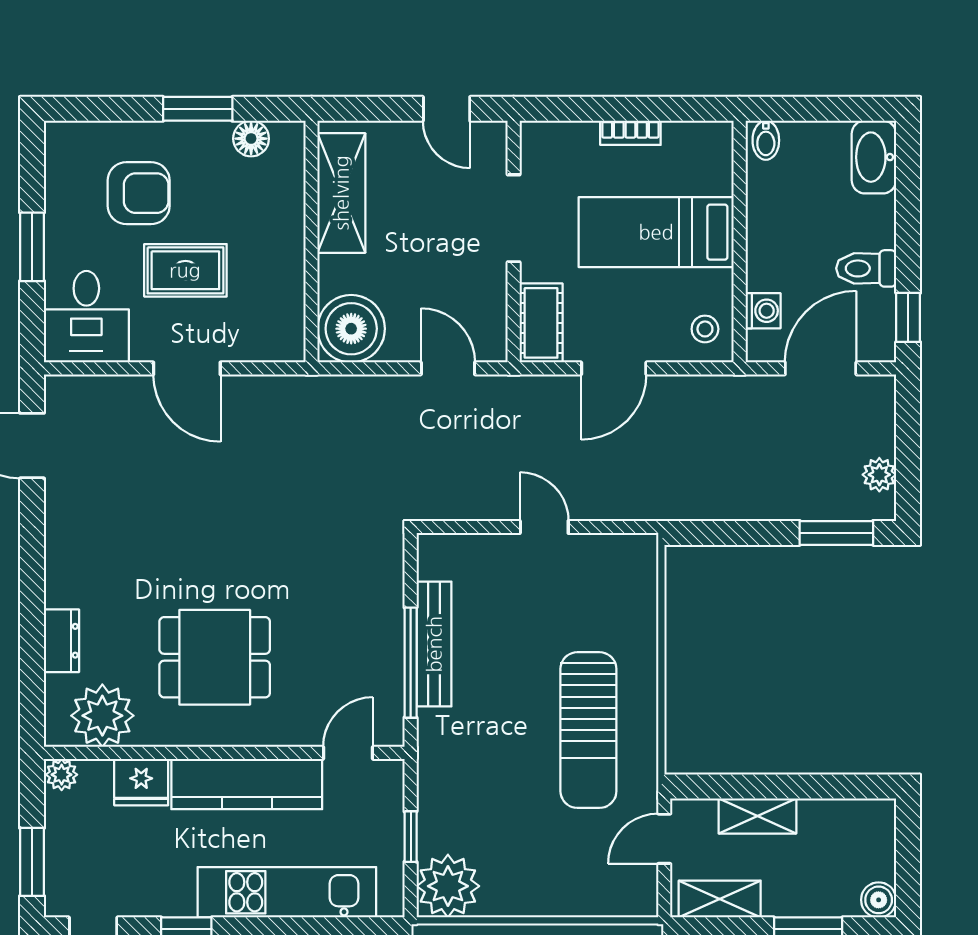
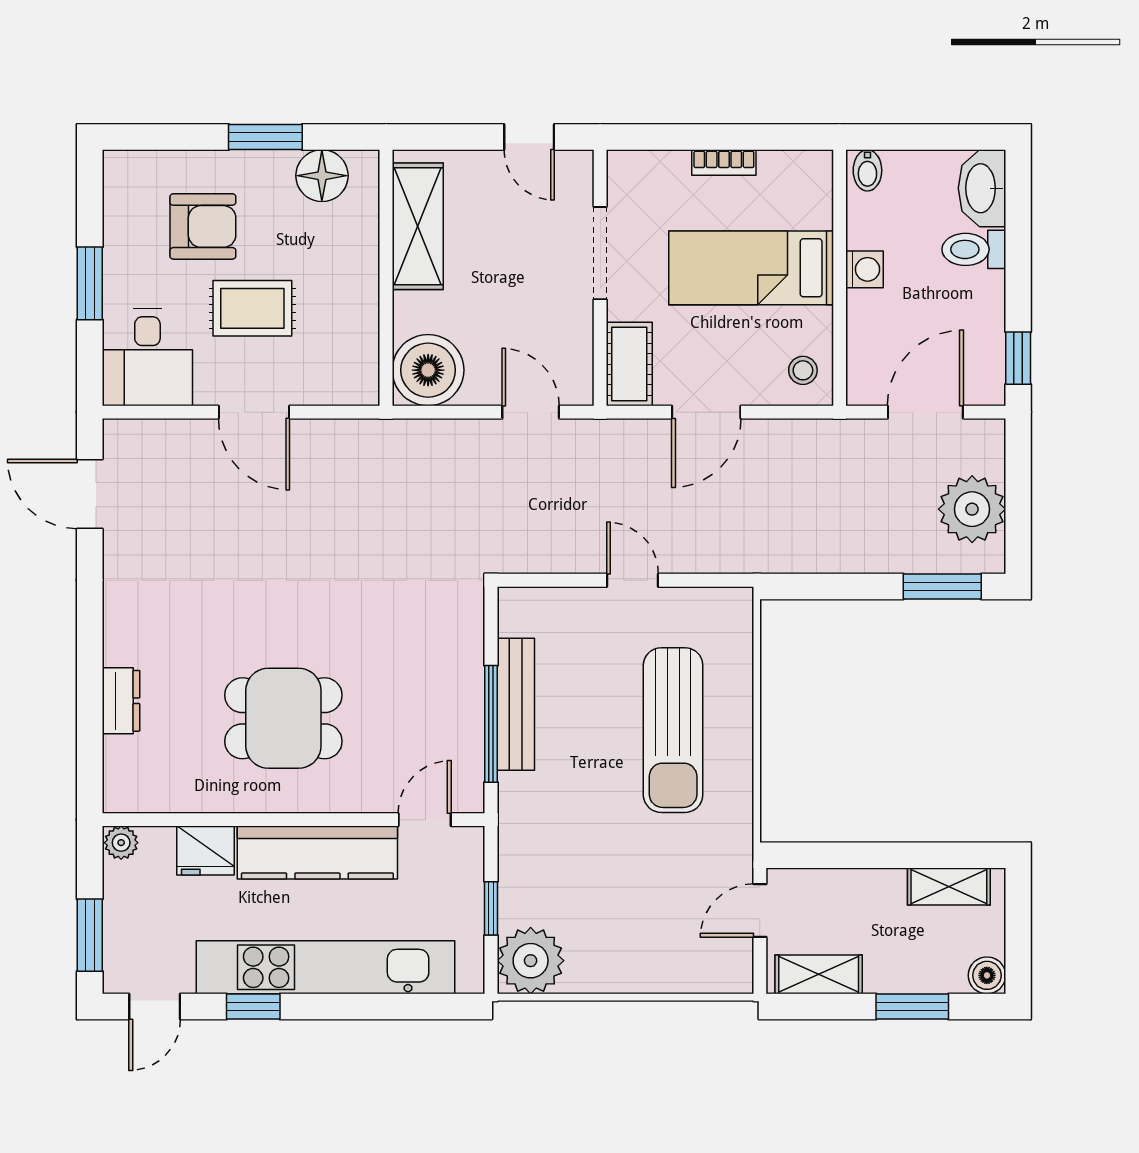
floor lamp: (251, 139) -> (322, 176), width x1.38, depth x1.38
toilet: (866, 268) -> (974, 249), moved
washing machine: (763, 311) -> (865, 269), moved
plant: (879, 475) -> (972, 509), width x1.87, depth x1.87
plant: (102, 716) -> (164, 780), removed
sun lounger: (588, 730) -> (673, 730), moved
shelving: (757, 816) -> (949, 886), moved
kitchen unit: (287, 892) -> (325, 967), width x1.36

